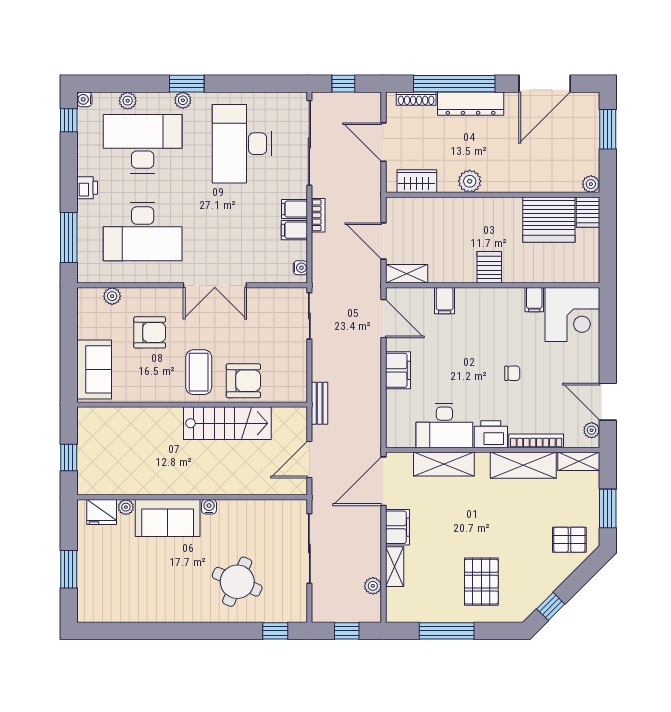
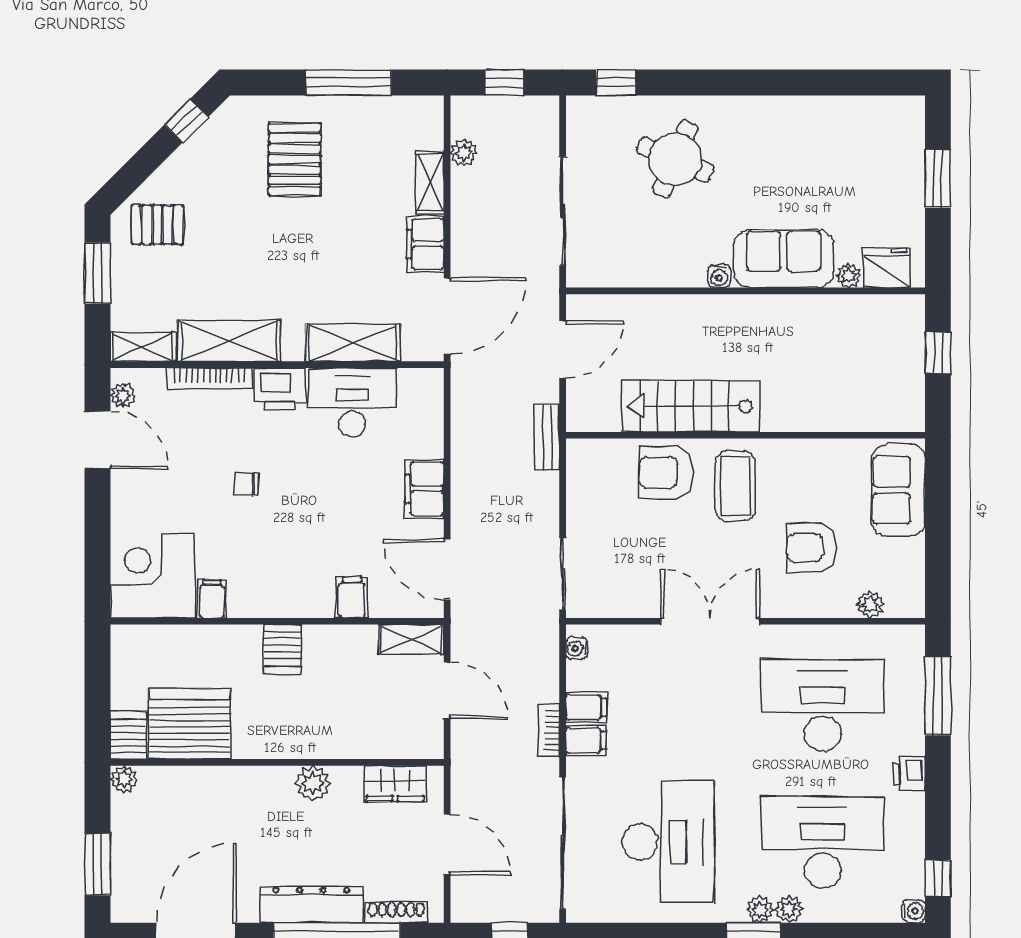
plant: (128, 101) -> (789, 909), moved
desk: (143, 144) -> (823, 842), turned 180

